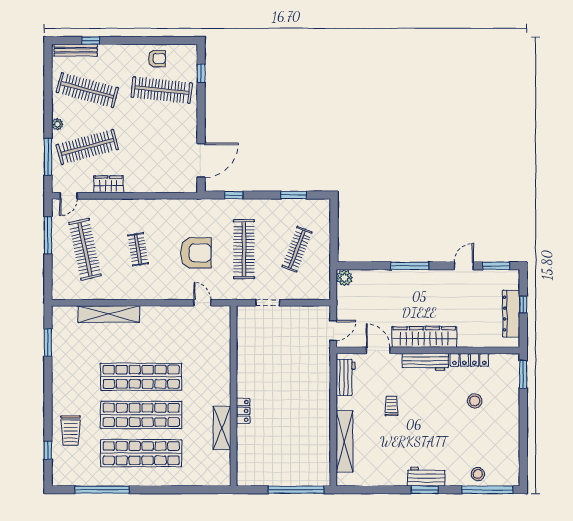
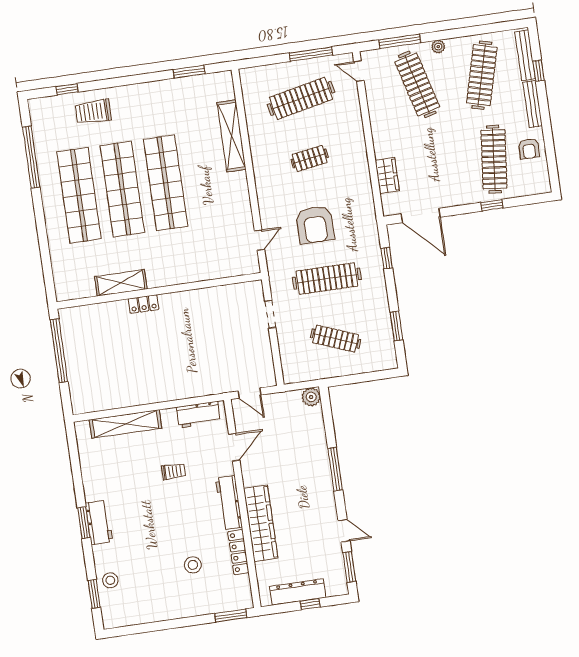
bench: (119, 50) -> (533, 104), added
window: (201, 73) -> (492, 205), moved
wardrobe: (109, 184) -> (387, 176), moved
wardrobe: (424, 337) -> (261, 523), moved
window: (296, 490) -> (59, 351), moved
window: (487, 490) -> (94, 594), width x0.47

